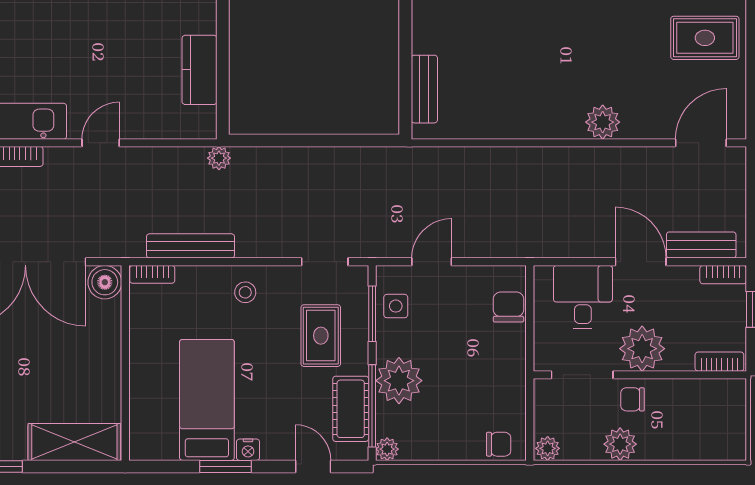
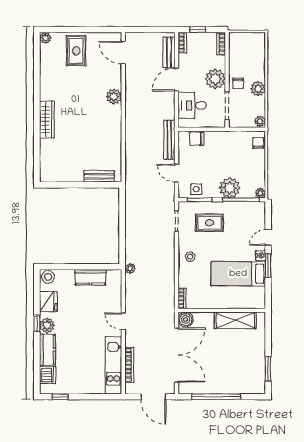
bench: (190, 246) -> (169, 140), moved
cot: (351, 409) -> (242, 209), removed
shelving: (74, 442) -> (235, 320), moved, turned 90
door: (313, 466) -> (268, 237), moved

